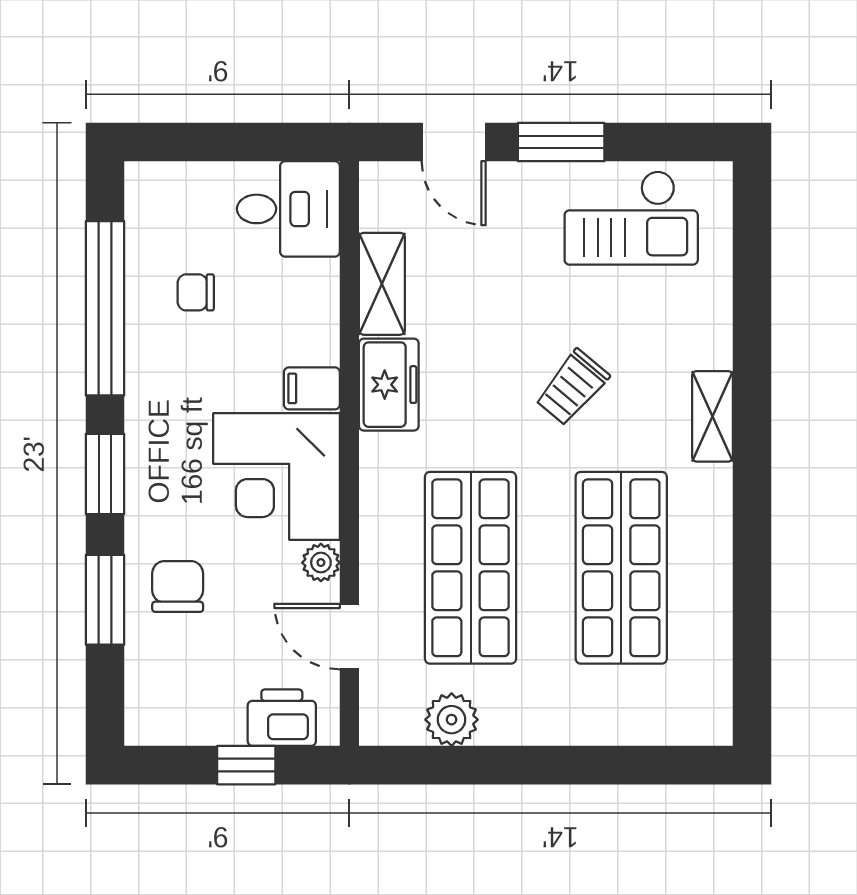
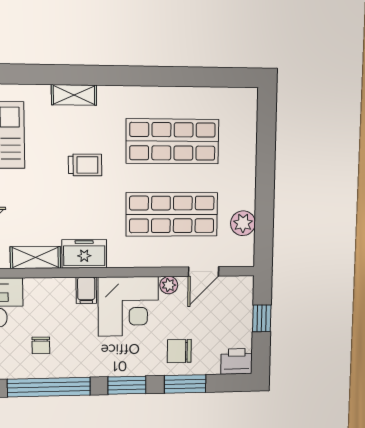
trolley: (572, 387) -> (85, 165), turned -40
shelving: (712, 416) -> (74, 95), moved
printer: (282, 718) -> (237, 361), moved, turned 90

